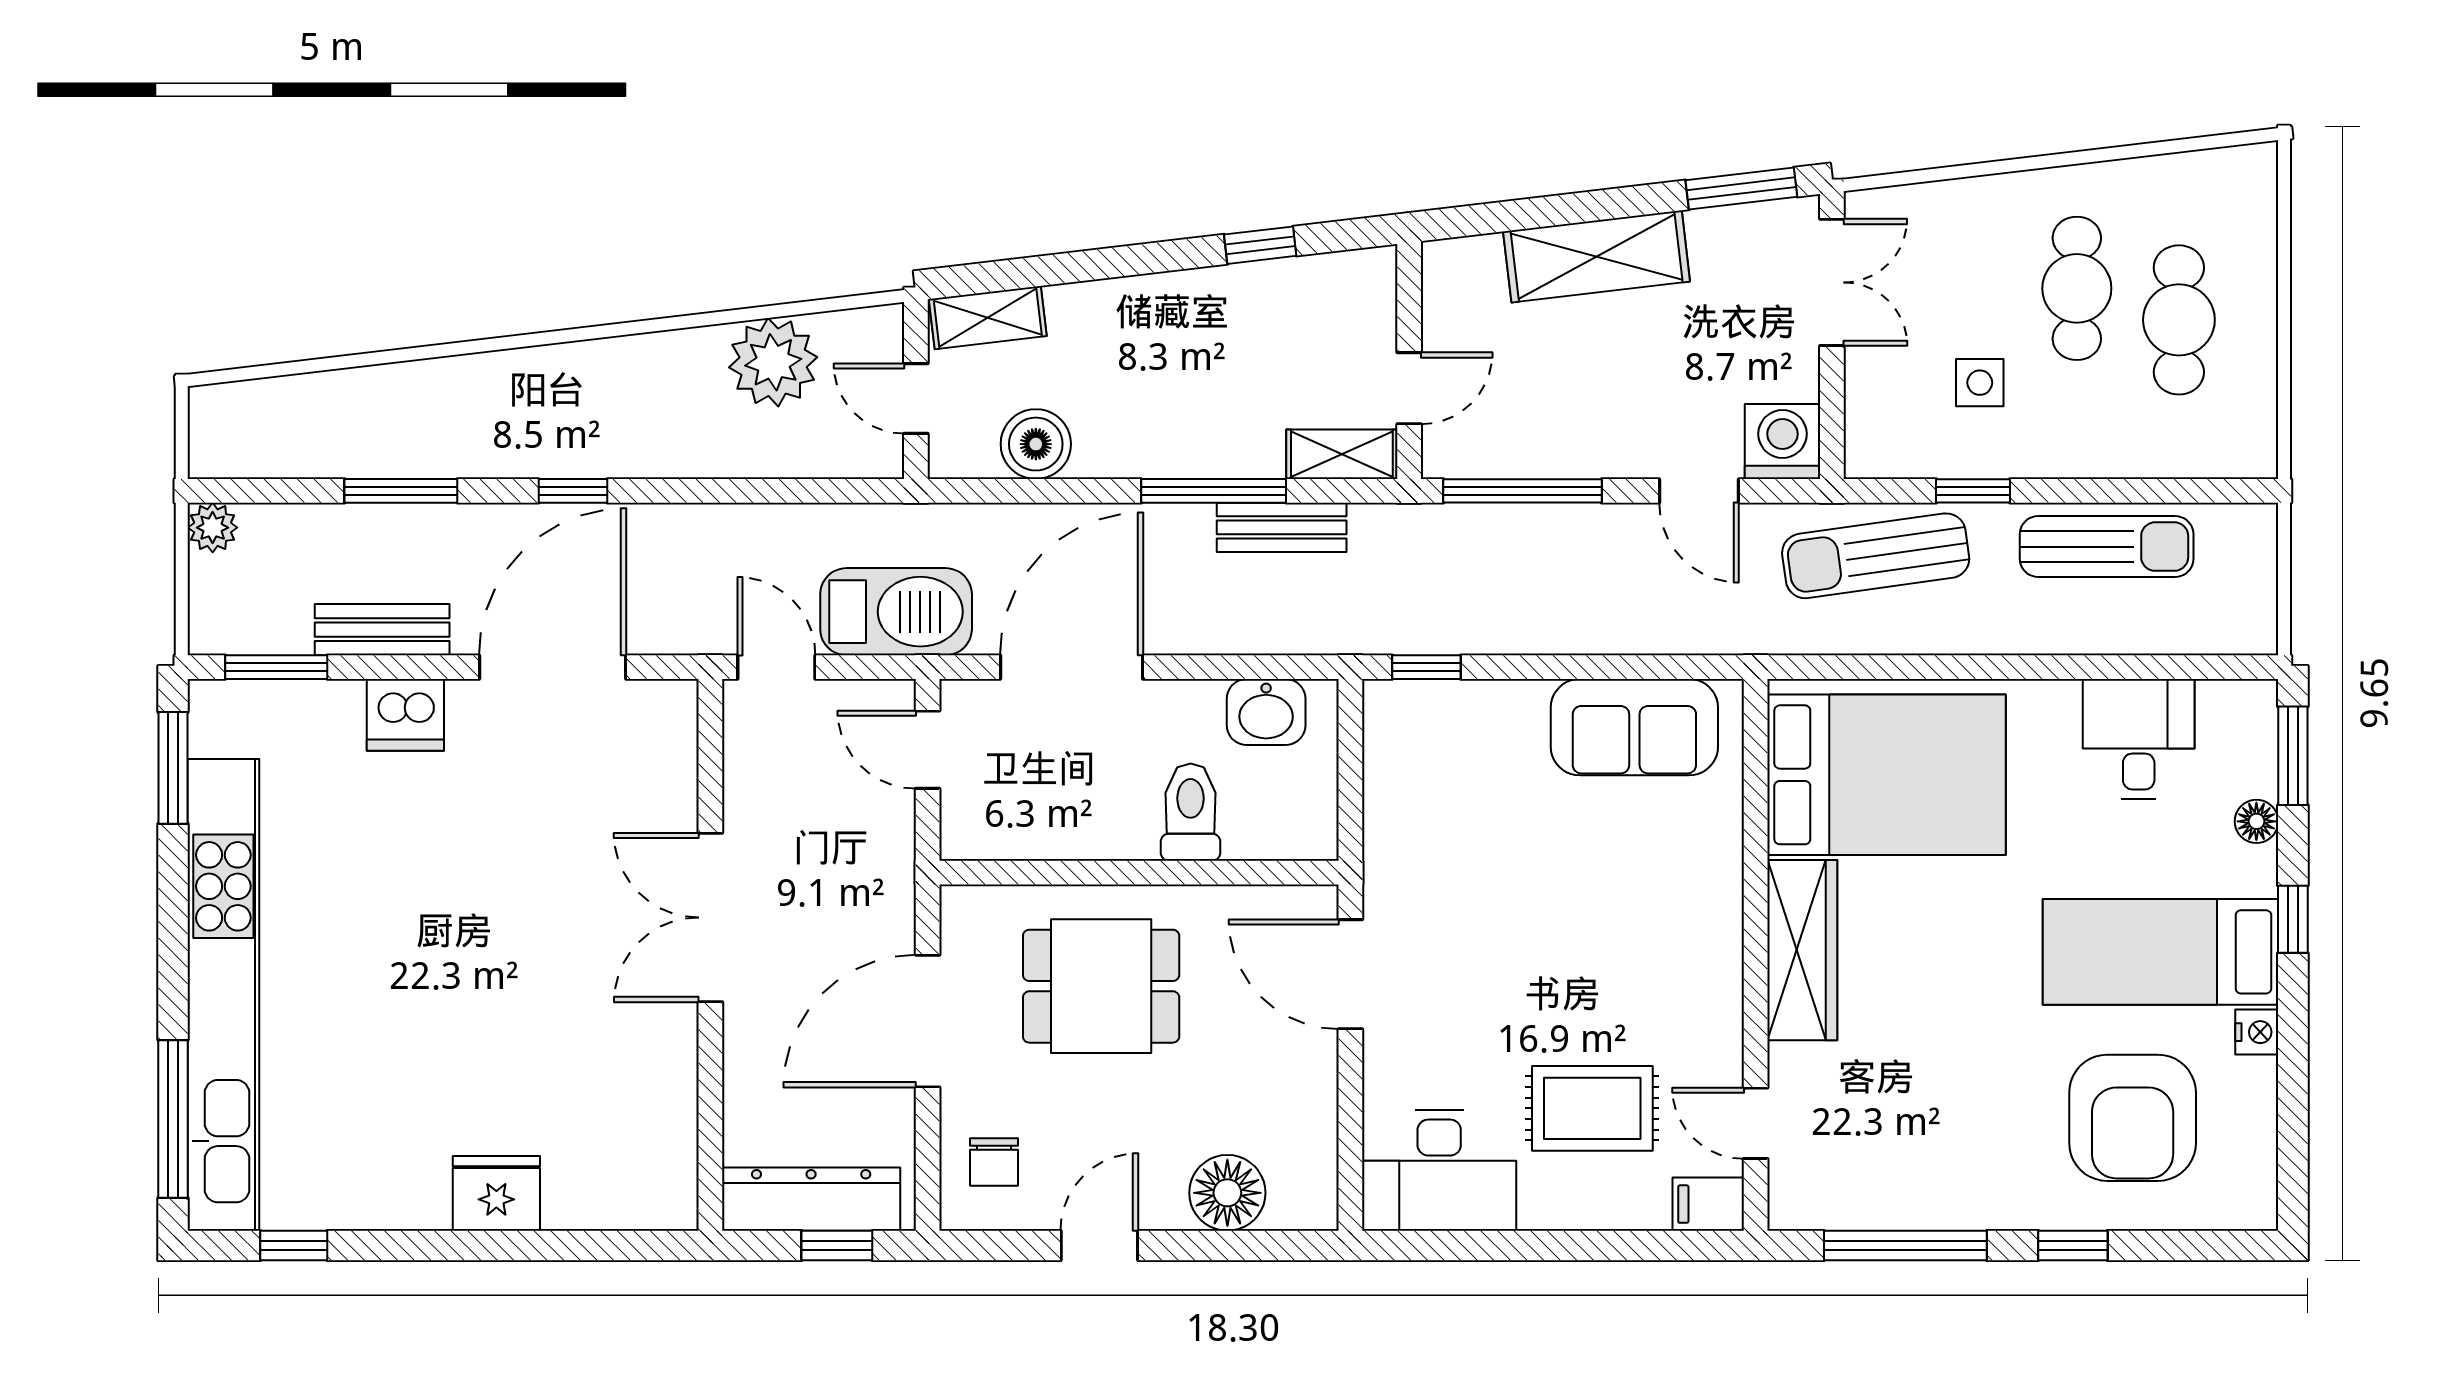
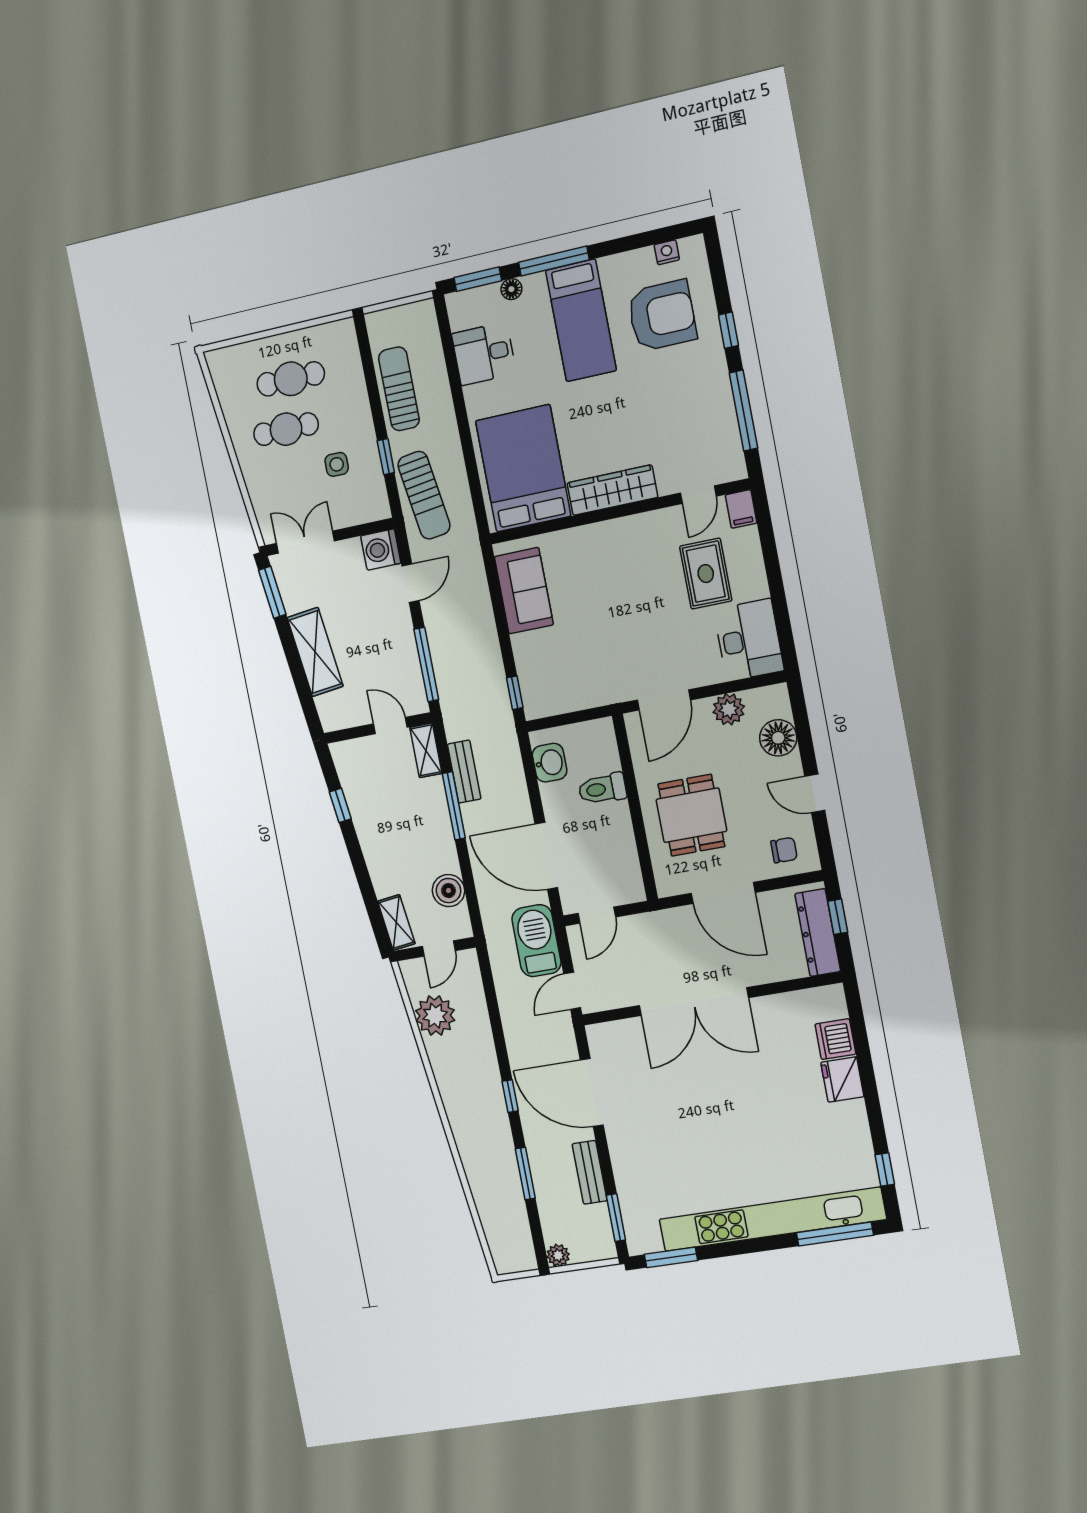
dishwasher: (405, 715) -> (835, 1039), moved, turned 180
double door: (710, 918) -> (694, 1002), width x1.36
window: (2293, 919) -> (554, 261), width x2.17
nightstand: (2257, 1032) -> (667, 252), moved
plant: (1305, 1103) -> (729, 709), added

